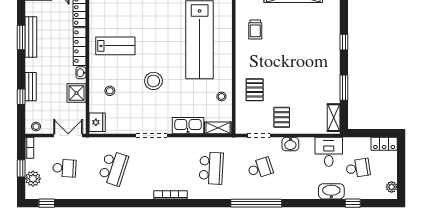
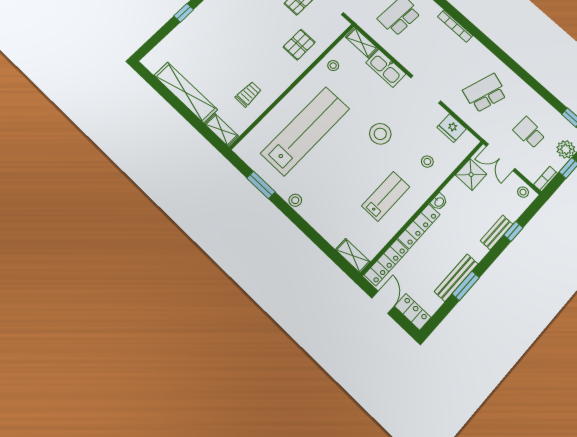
lab bench: (115, 46) -> (386, 196), turned 90
shower: (77, 93) -> (471, 175), moved
fridge: (97, 122) -> (452, 128), moved, turned -90

